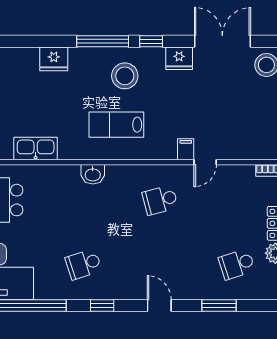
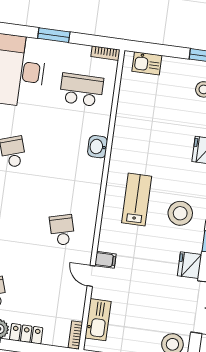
kitchen sink: (36, 149) -> (98, 320), moved
washbasin: (93, 174) -> (98, 147), moved

